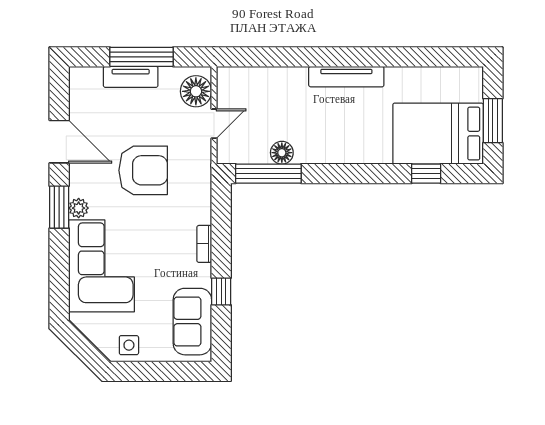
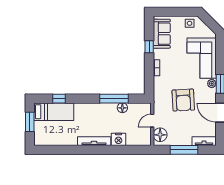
tv unit: (131, 77) -> (204, 141), moved
nightstand: (291, 81) -> (118, 139), added
bed: (438, 134) -> (54, 112), width x0.67
armchair: (143, 170) -> (183, 100), turned -93
window: (268, 174) -> (114, 99), moved

